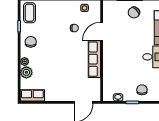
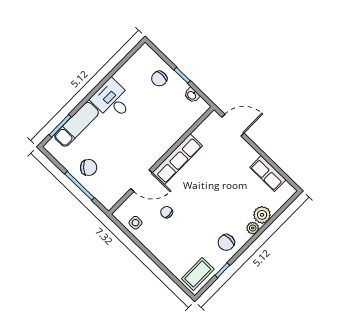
row of seats: (32, 95) -> (268, 174), moved

